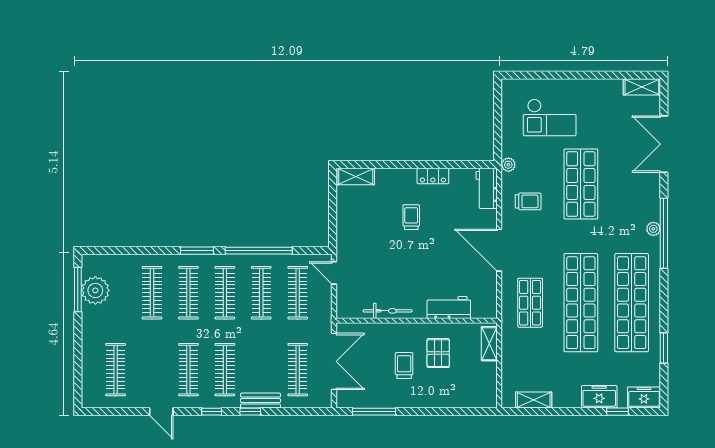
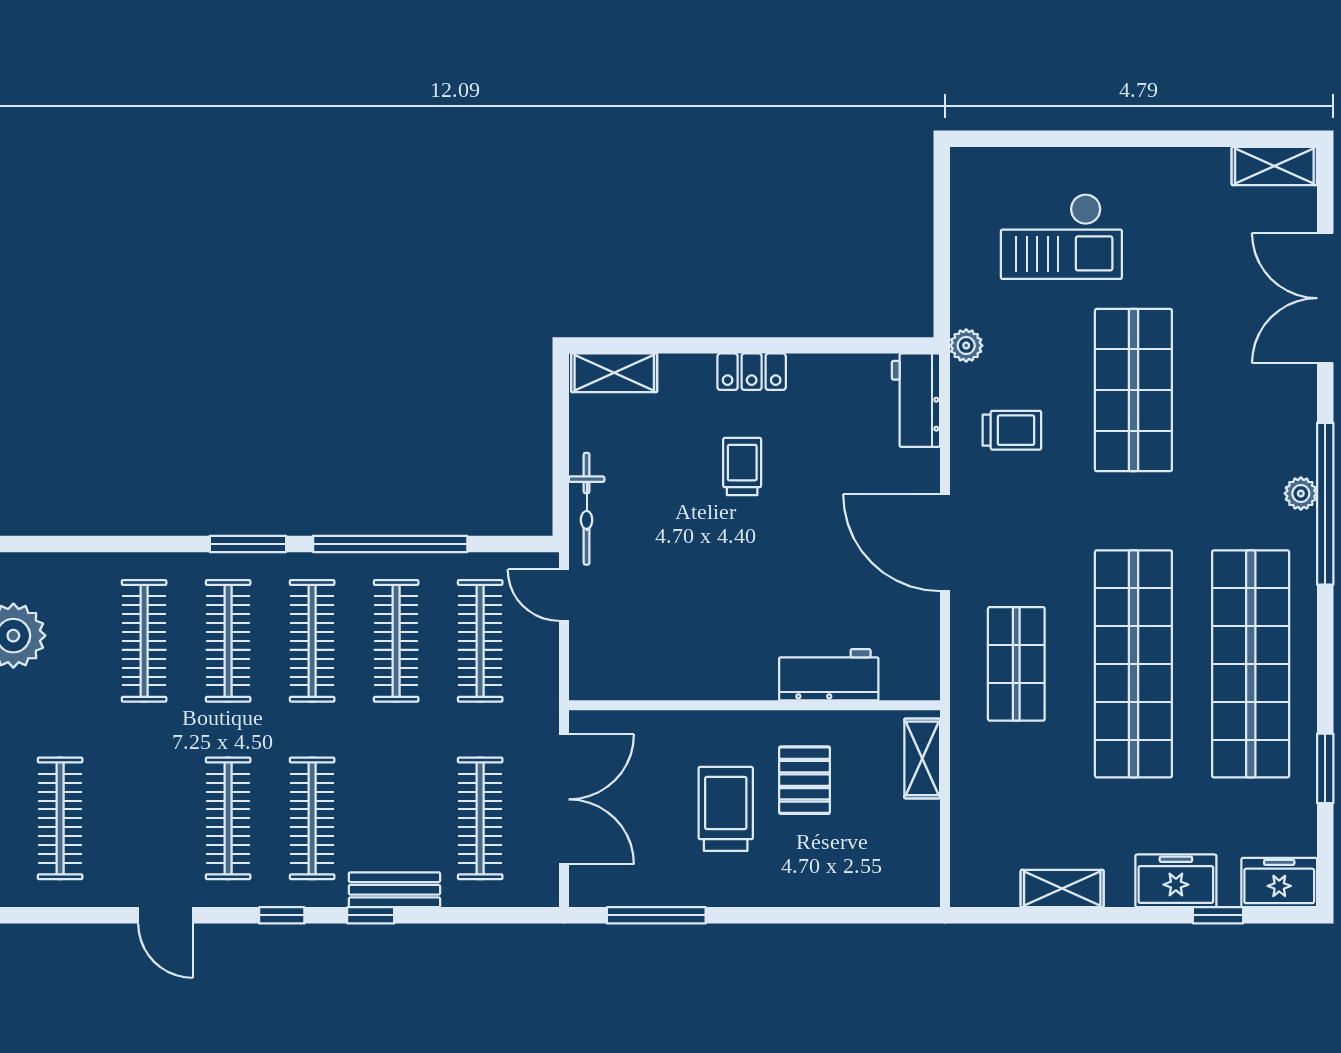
locker: (433, 176) -> (752, 372), moved
bicycle: (388, 311) -> (587, 509), moved, turned 90
trolley: (404, 366) -> (726, 809), width x1.36, depth x1.39
shelving: (534, 400) -> (1062, 889), moved

